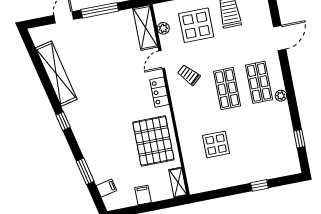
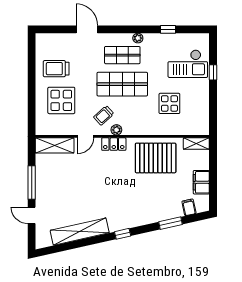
plant: (163, 28) -> (116, 130), moved
door: (162, 59) -> (86, 136), hinge flipped
shop shelf: (227, 89) -> (122, 84), width x1.43, depth x1.36
window: (299, 139) -> (168, 29), moved
checkout: (264, 156) -> (188, 64), added
filing cabinet: (143, 195) -> (201, 182), width x2.00

